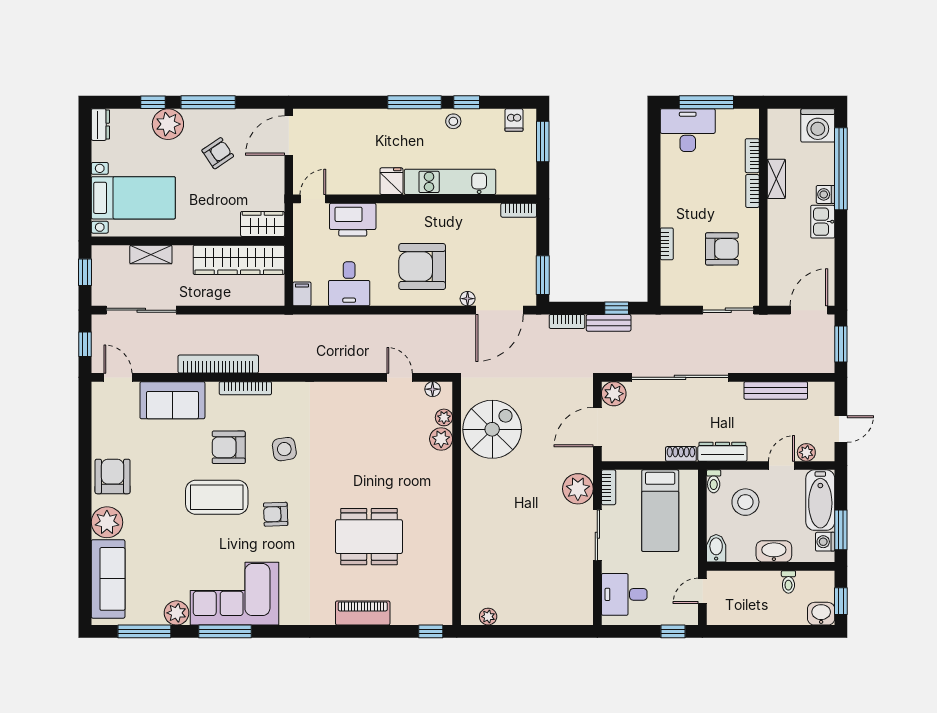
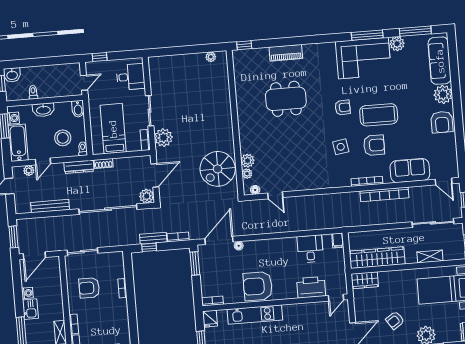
fridge: (391, 181) -> (210, 319), moved
washing machine: (826, 194) -> (27, 293), moved
armchair: (422, 267) -> (258, 286), moved, turned 180

